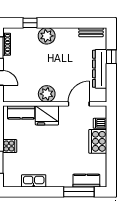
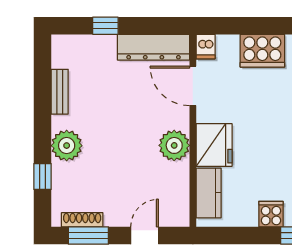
bench: (91, 32) -> (60, 92), moved
dresser: (100, 69) -> (154, 47), moved
dishwasher: (100, 123) -> (206, 47), moved

